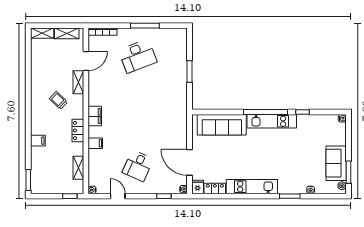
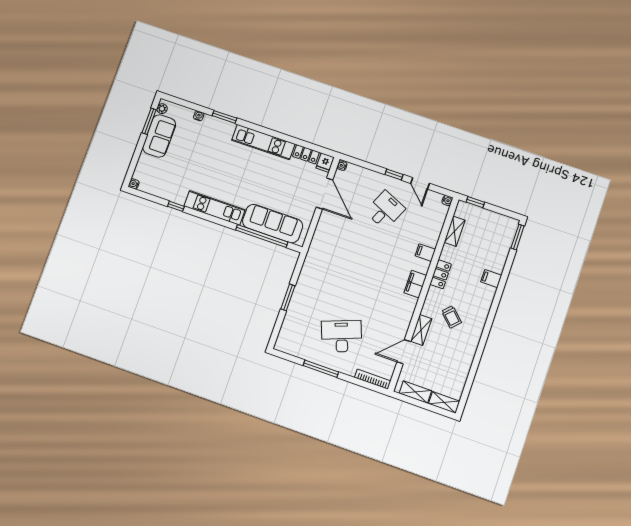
window: (265, 112) -> (262, 236), moved
window: (164, 196) -> (394, 175), moved

